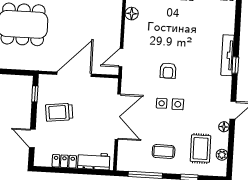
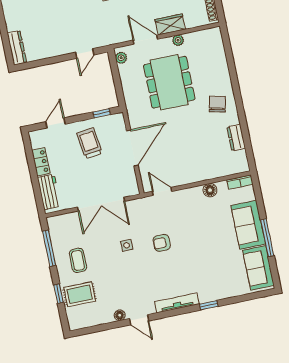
tv unit: (228, 55) -> (177, 303), moved
window: (235, 65) -> (209, 305), moved
door: (74, 74) -> (132, 148), hinge flipped
side table: (178, 104) -> (130, 262), removed
rug: (201, 149) -> (80, 294), moved
plant: (222, 155) -> (91, 321), removed

